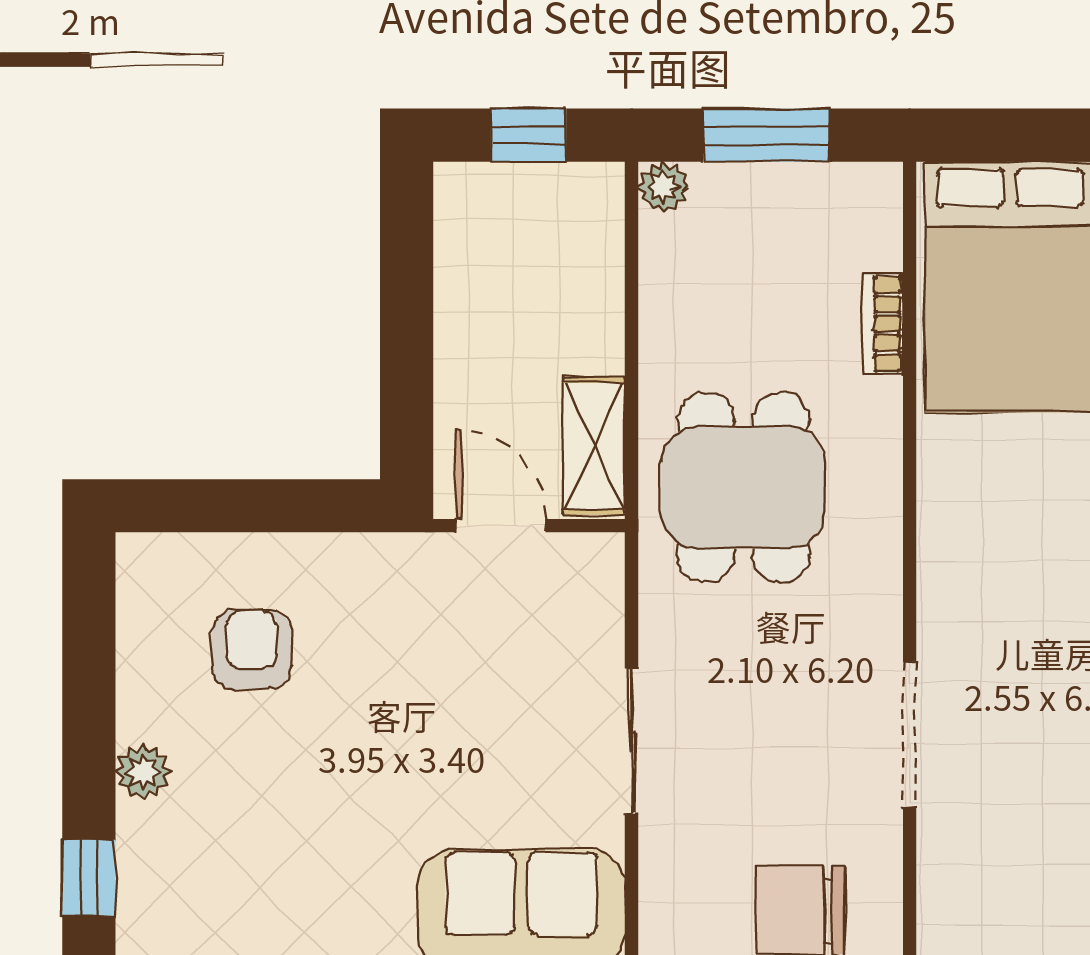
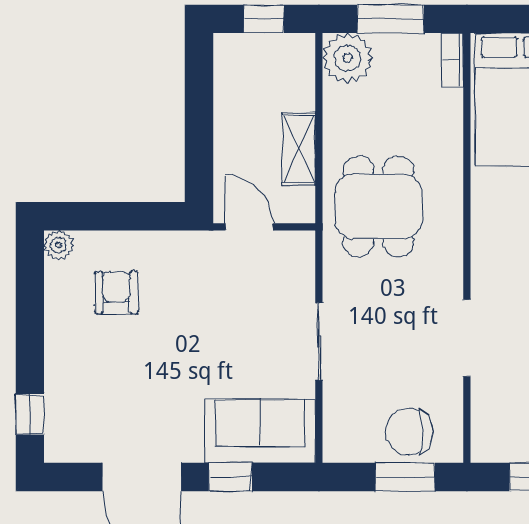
plant: (663, 187) -> (348, 58), width x1.87, depth x1.87
bookcase: (883, 324) -> (453, 60), moved
shelving: (594, 446) -> (299, 149), moved
plant: (143, 772) -> (59, 245), moved

